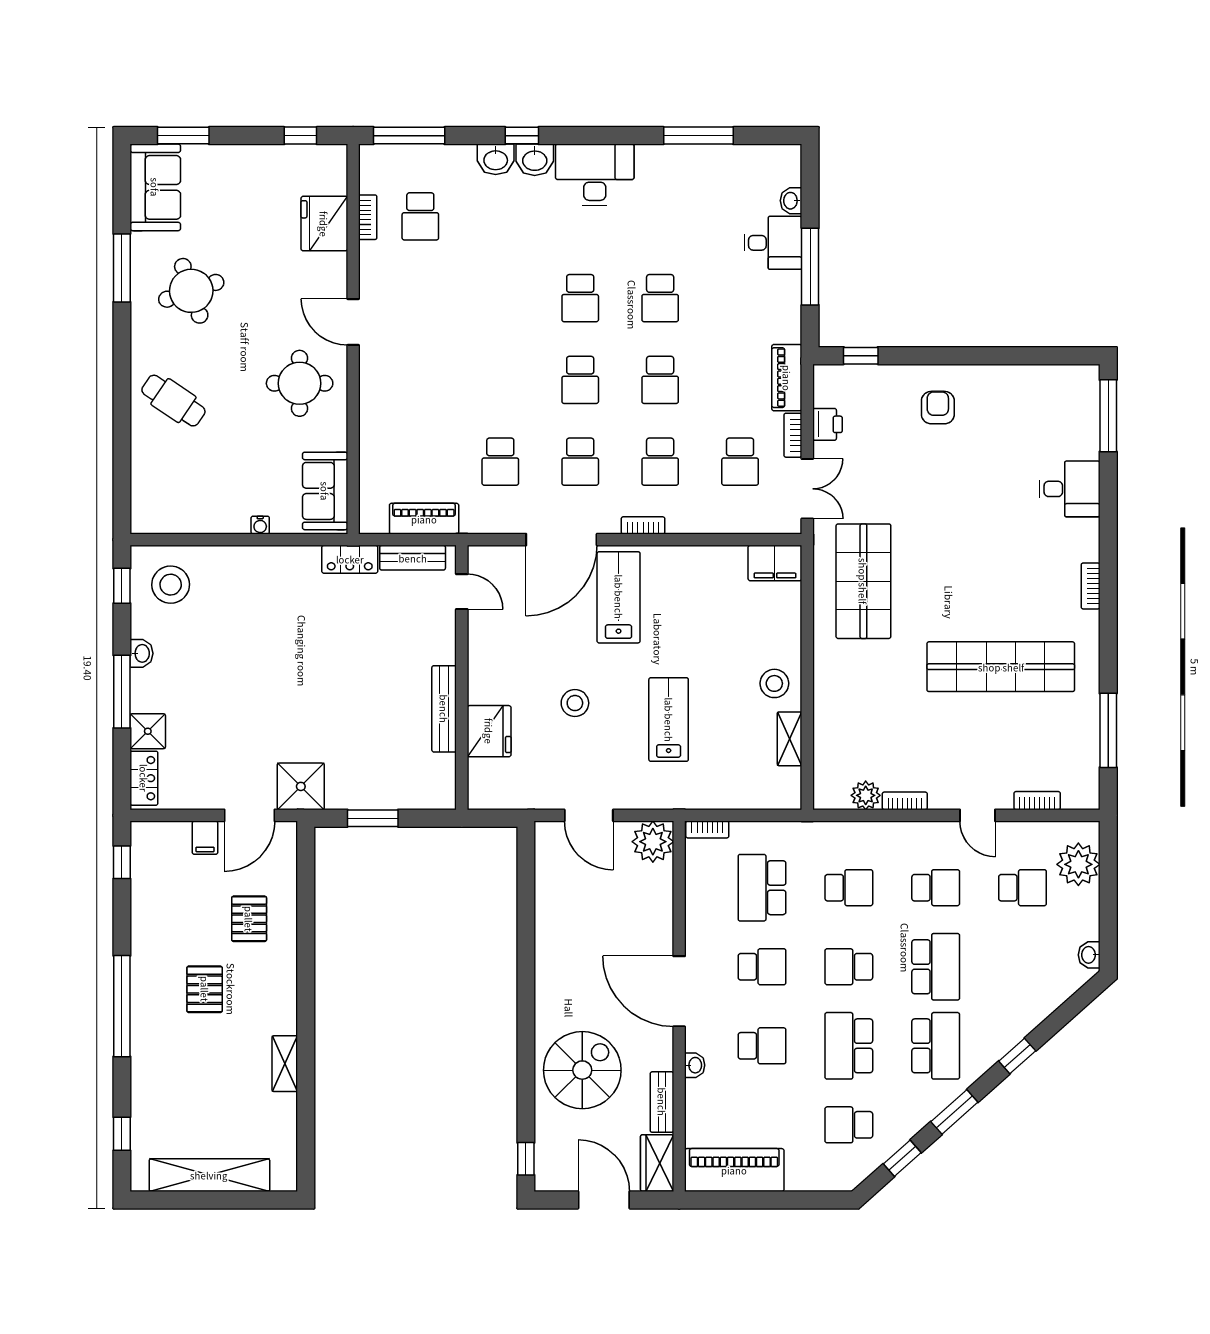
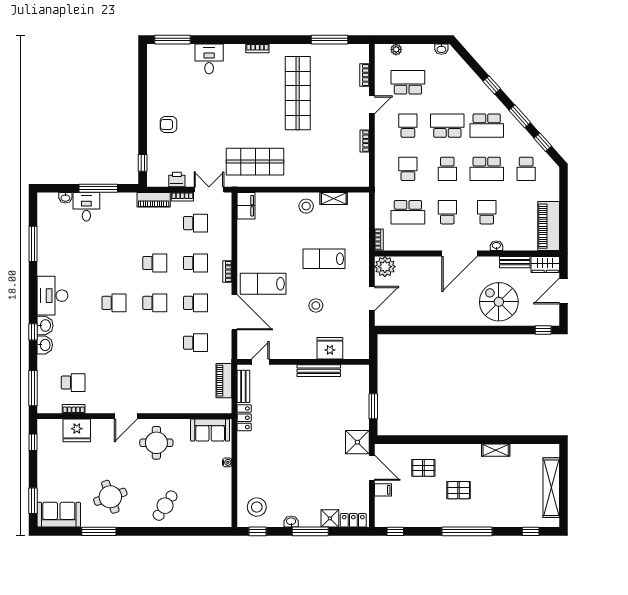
school desk: (660, 298) -> (114, 263), removed
plant: (866, 795) -> (362, 160), removed
plant: (1078, 864) -> (396, 49), width x0.53, depth x0.53
school desk: (1023, 888) -> (408, 82), width x1.85
school desk: (936, 1046) -> (487, 126), turned 180

